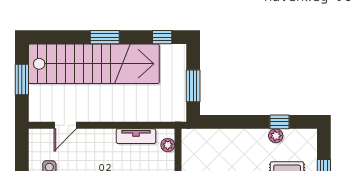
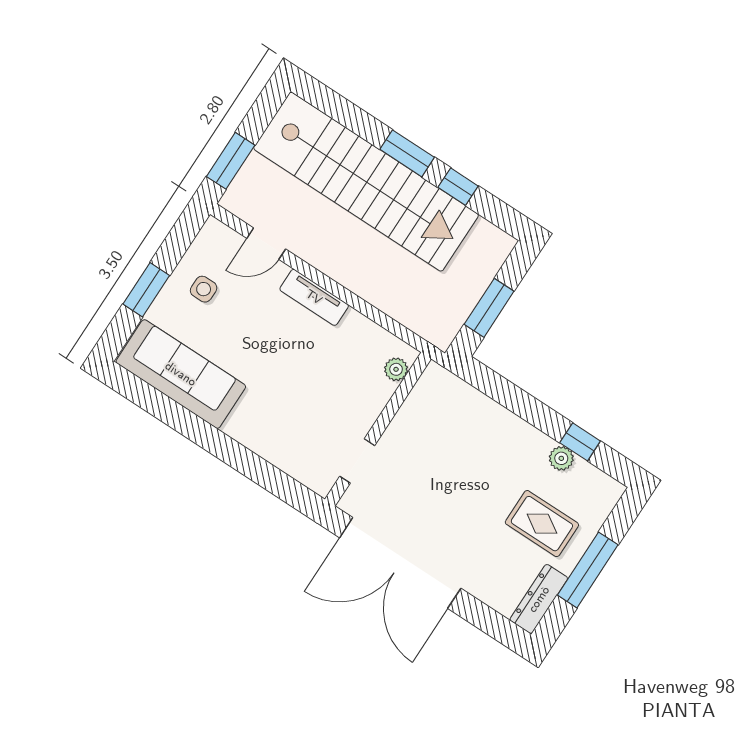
window: (162, 37) -> (458, 187), moved
window: (22, 80) -> (231, 161), moved
tv unit: (136, 136) -> (314, 297), moved

